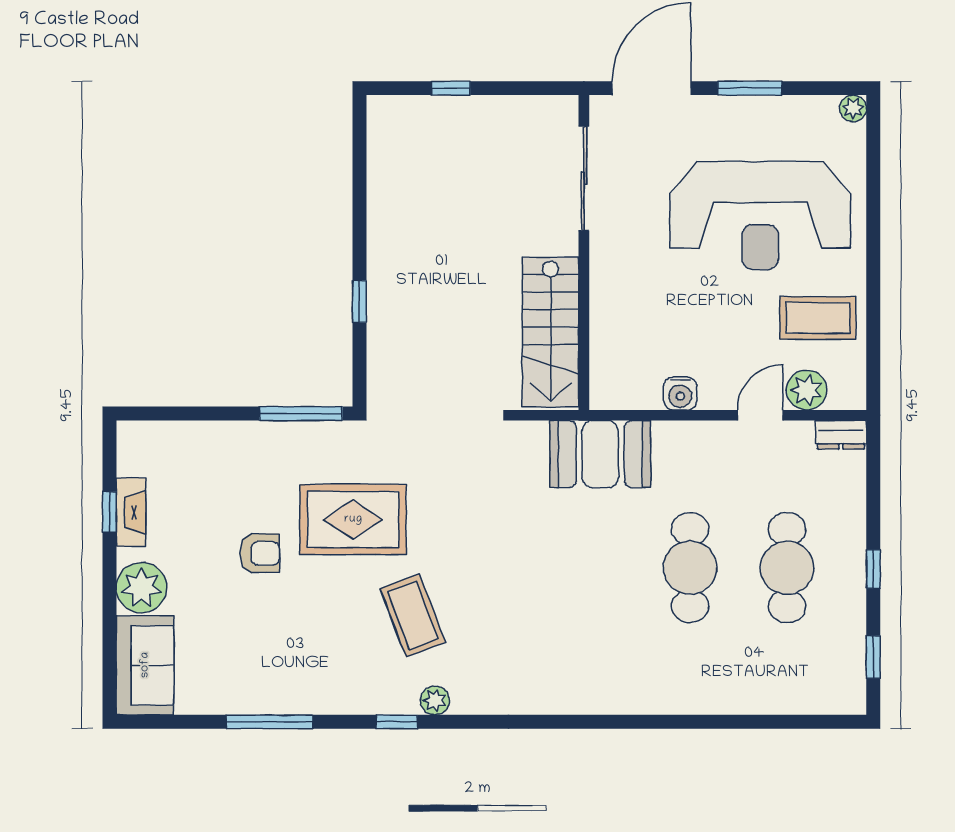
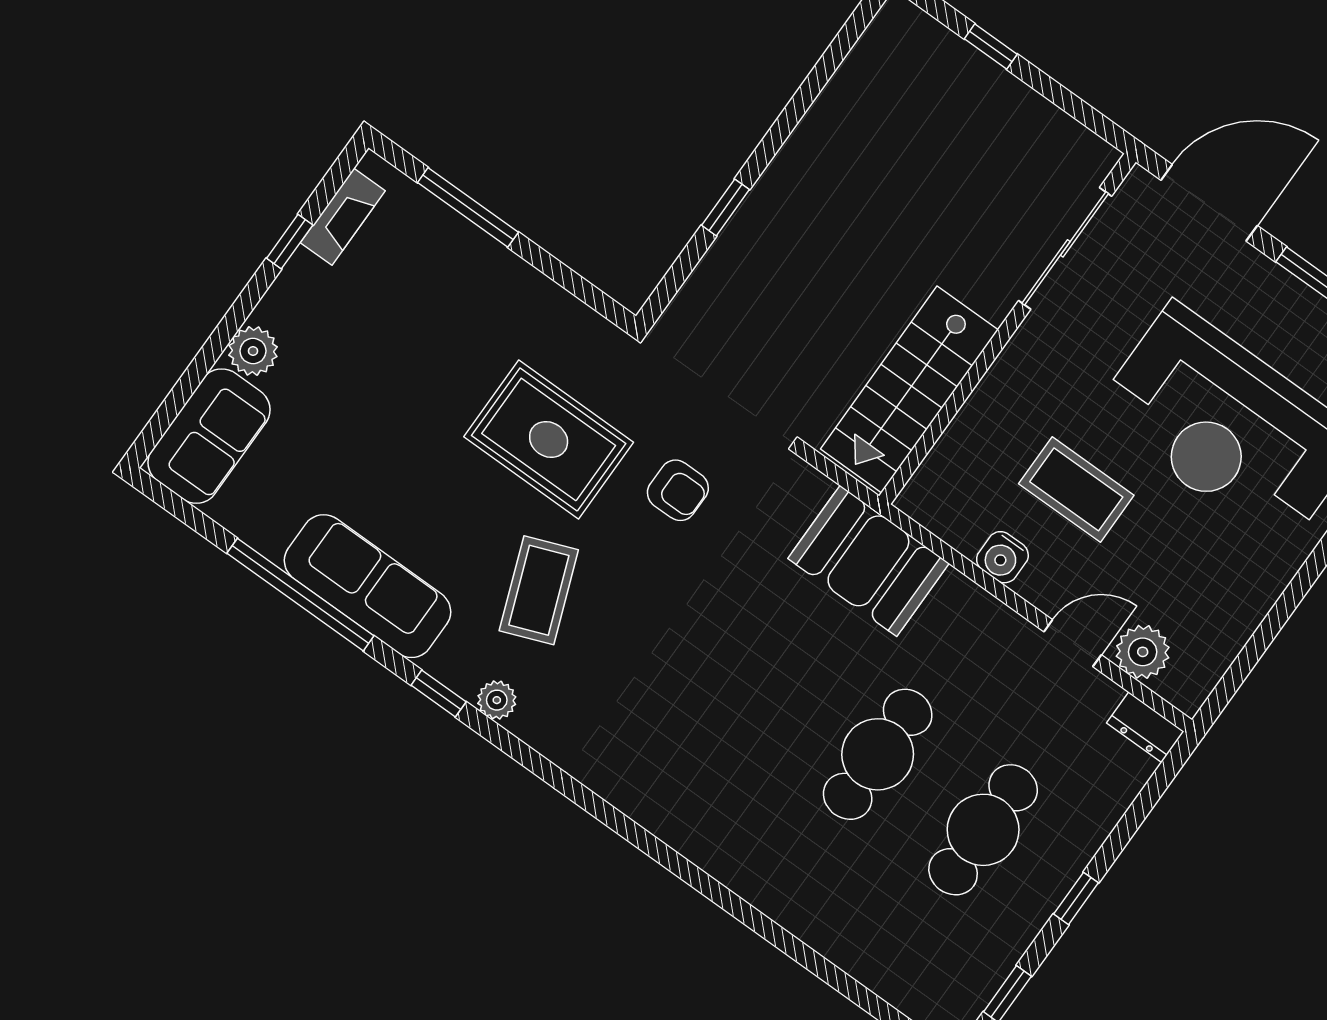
coffee table: (818, 318) -> (1076, 489), moved
window: (301, 414) -> (468, 207), moved
fireplace: (131, 512) -> (343, 217), moved
armchair: (260, 553) -> (678, 490), moved
plant: (141, 588) -> (253, 351), width x0.73, depth x0.73
sofa: (307, 687) -> (368, 586), added
window: (270, 722) -> (300, 595), width x1.46

